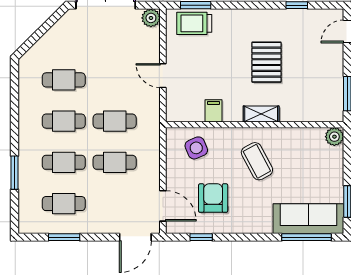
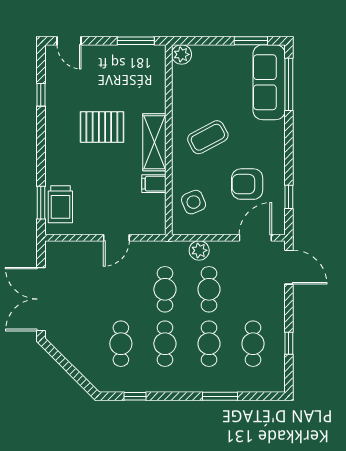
plant: (151, 18) -> (199, 250), moved
window: (15, 93) -> (135, 396), added
shelving: (261, 114) -> (154, 142), width x1.50, depth x1.33
window: (64, 237) -> (289, 343), width x0.67

